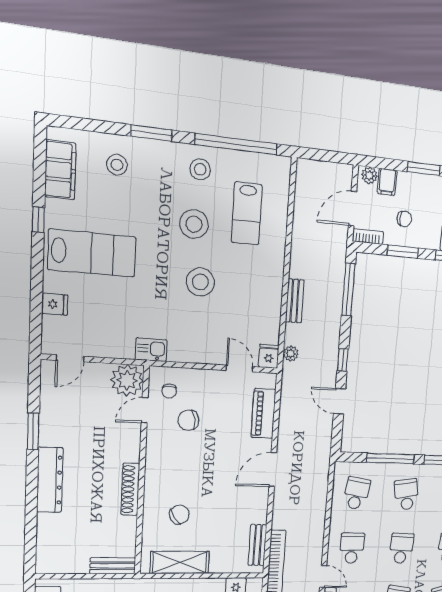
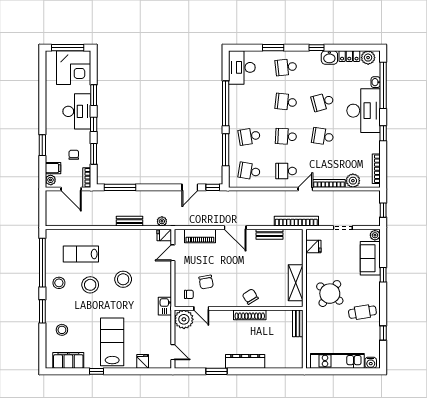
lab bench: (247, 213) -> (81, 254), turned 180
window: (343, 360) -> (213, 187), moved
chair: (179, 515) -> (250, 297), moved
bench: (257, 545) -> (270, 234), moved

